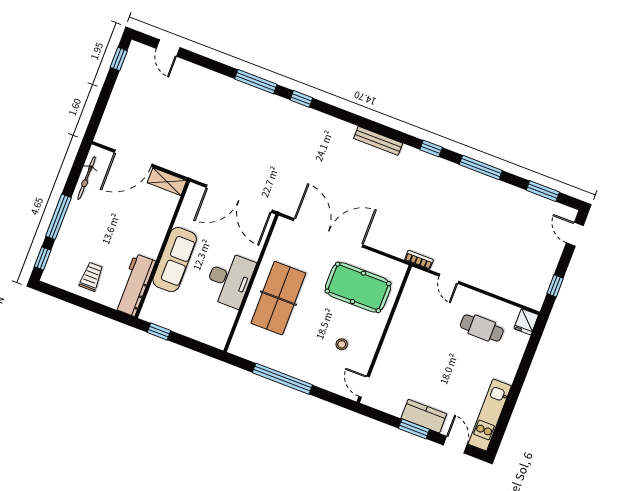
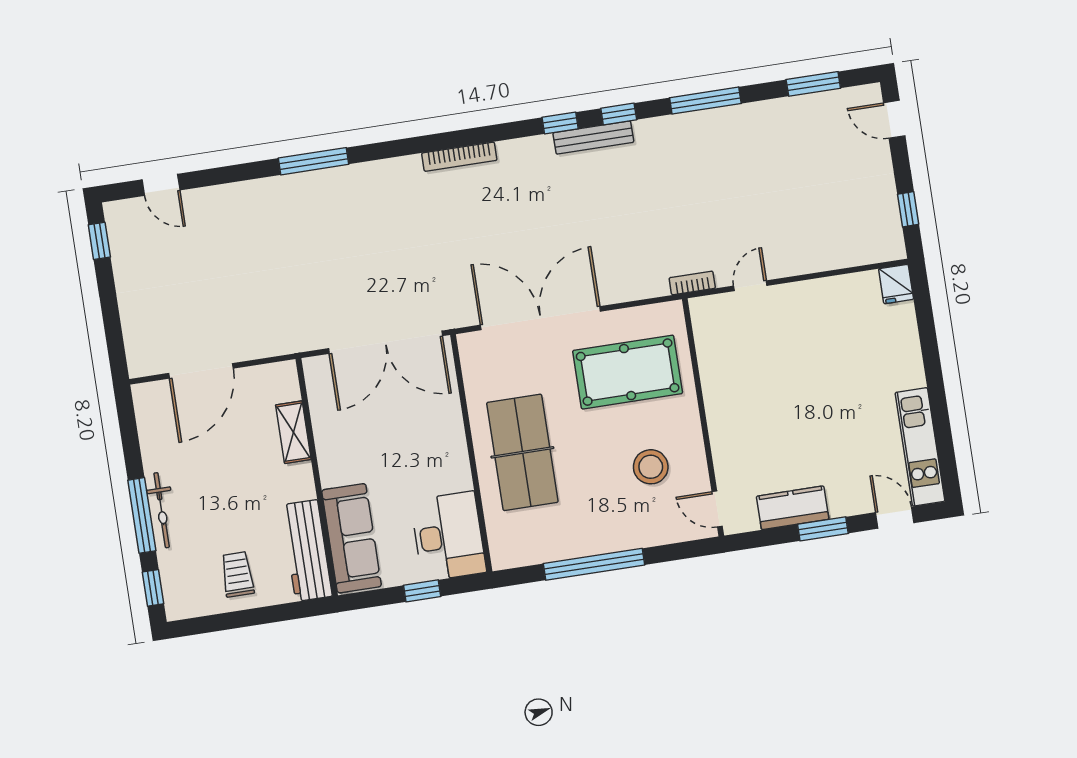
window: (301, 99) -> (560, 123), moved
bookcase: (334, 123) -> (459, 157), added
bench: (378, 141) -> (593, 137), moved
bicycle: (87, 178) -> (162, 510), moved
shelving: (167, 182) -> (293, 432), moved, turned 90
sofa: (175, 260) -> (352, 538), moved
desk: (229, 279) -> (448, 536), moved
door: (449, 279) -> (750, 286), swing flipped
cafe table: (482, 328) -> (838, 329), removed
window: (159, 332) -> (422, 591), moved
stool: (342, 344) -> (651, 467), width x1.89, depth x1.89
kitchen counter: (424, 416) -> (793, 508), moved

